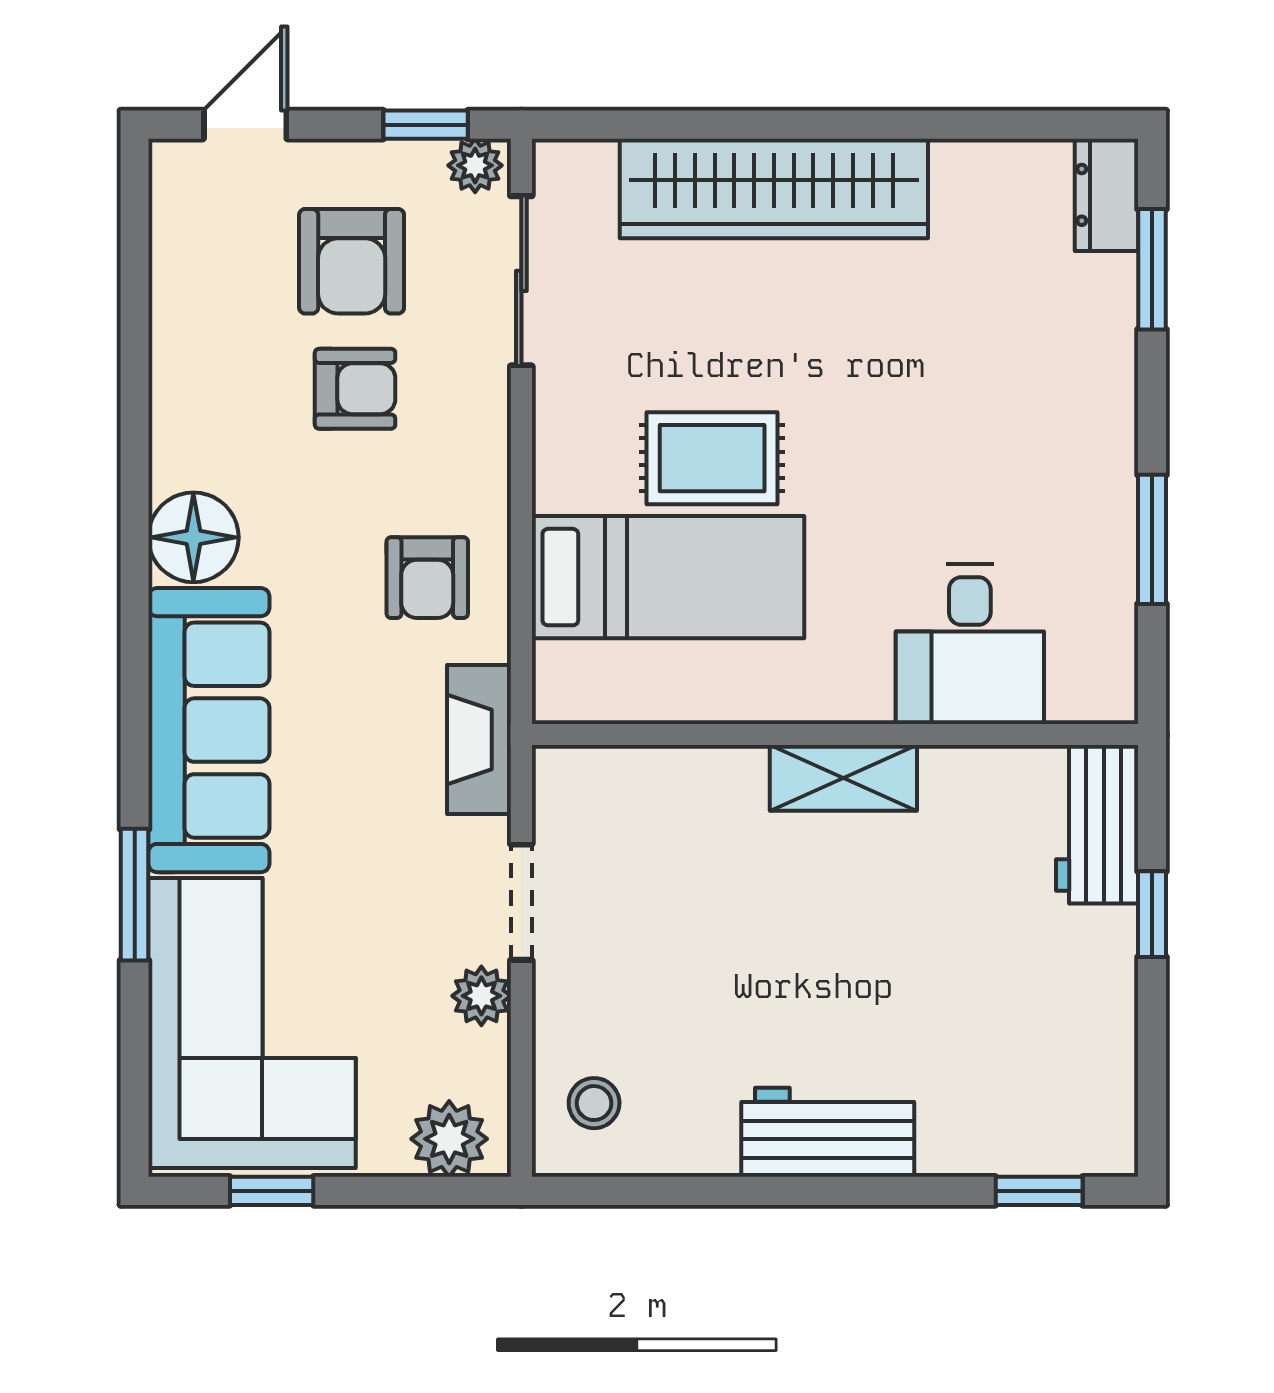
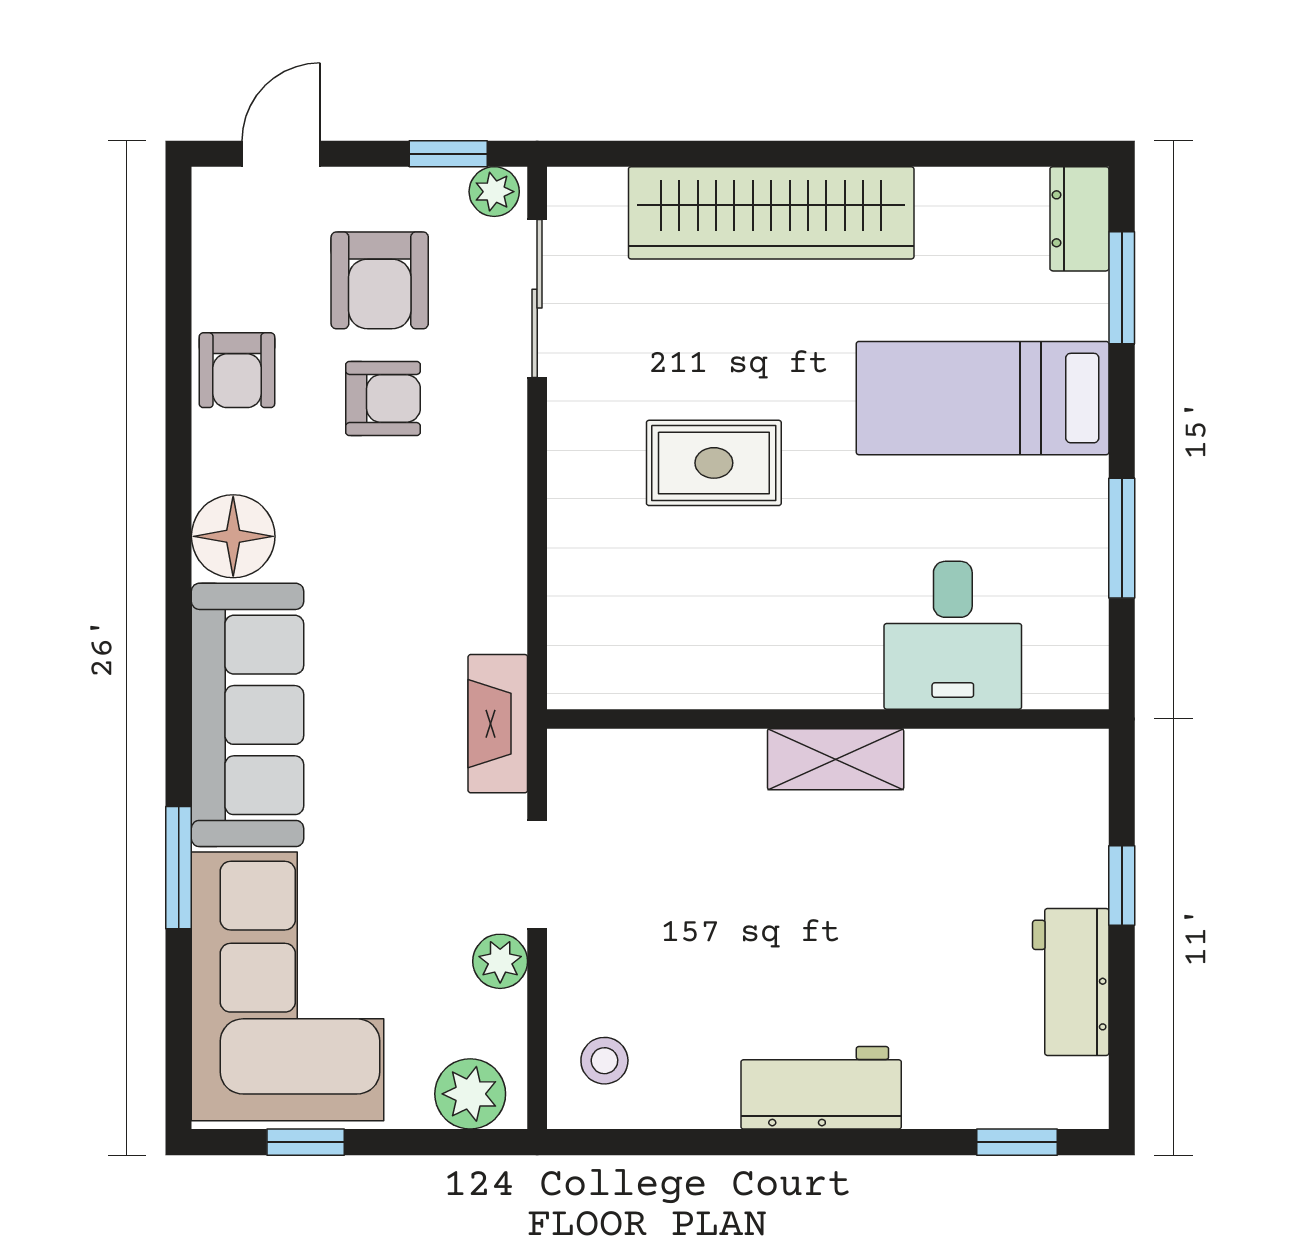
bed: (668, 577) -> (983, 398), moved, turned 180
armchair: (427, 578) -> (237, 370), moved
workbench: (1097, 824) -> (1071, 982), moved

